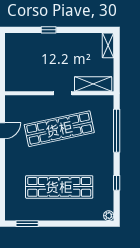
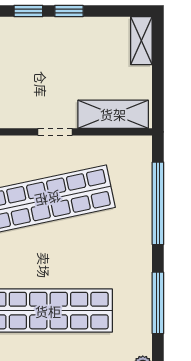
window: (70, 30) -> (69, 11), added
window: (117, 183) -> (158, 303), width x2.17

